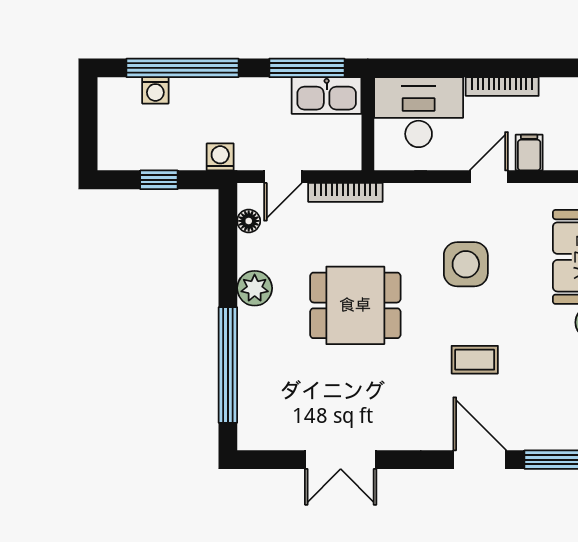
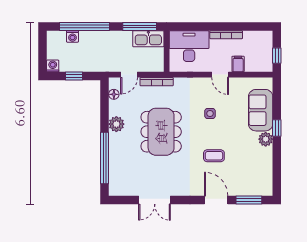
washing machine: (220, 157) -> (53, 66), moved
door: (489, 177) -> (220, 75), swing flipped
side table: (466, 264) -> (210, 113), width x0.54, depth x0.54
dining table: (355, 305) -> (161, 132), width x1.37

